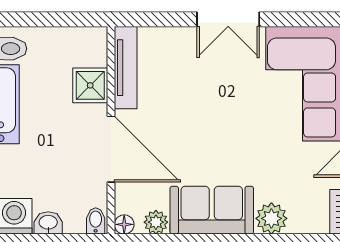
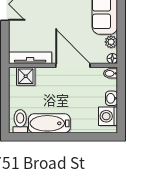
shower: (90, 85) -> (26, 76), moved
door: (111, 149) -> (73, 65), hinge flipped

